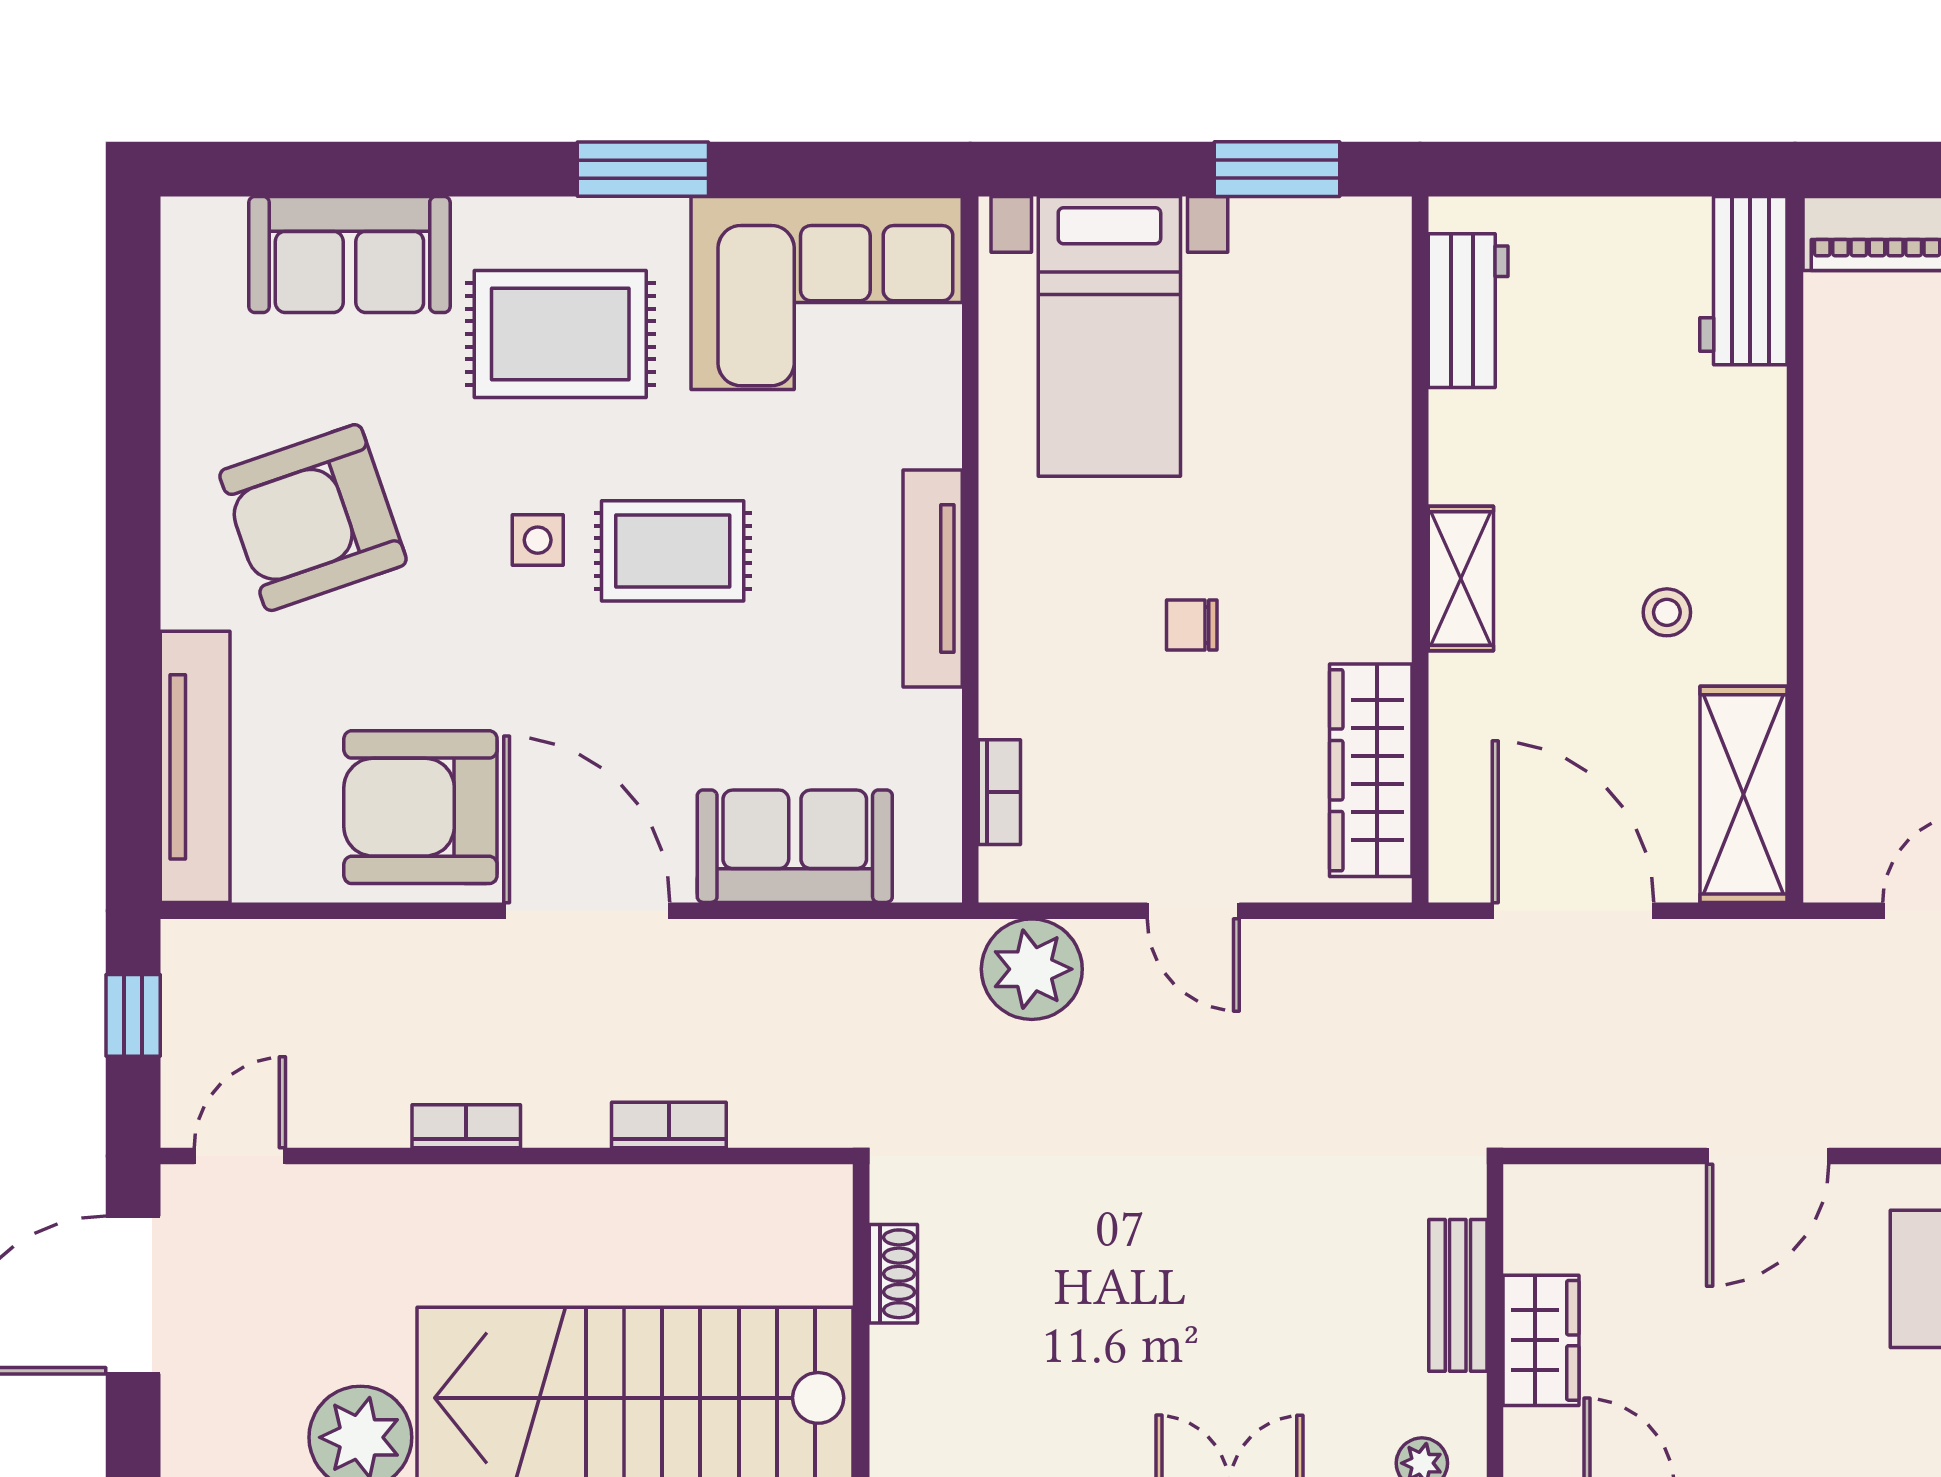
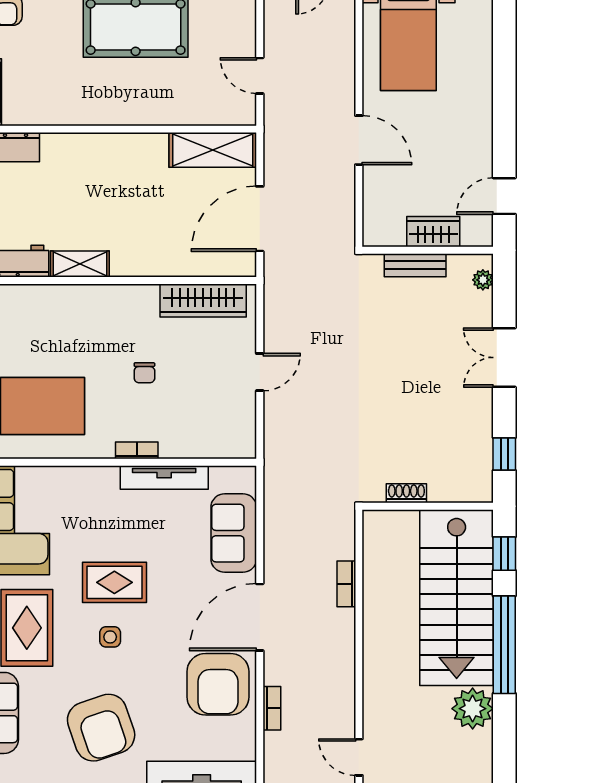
rug: (673, 551) -> (114, 582), turned 90
tv unit: (933, 578) -> (164, 477), moved
shelving: (1461, 579) -> (80, 264), moved
stool: (1667, 612) -> (139, 181), removed
bookcase: (999, 792) -> (137, 450), moved
plant: (1032, 969) -> (283, 437), removed
bookcase: (466, 1126) -> (272, 708), moved, turned 180

